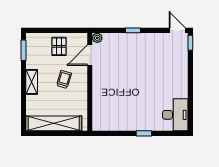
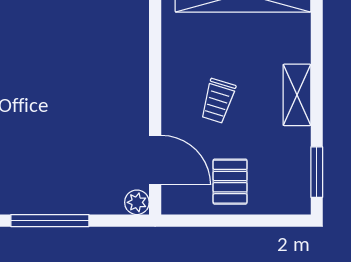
window: (133, 30) -> (50, 221), width x2.17
door: (90, 55) -> (155, 160), hinge flipped

